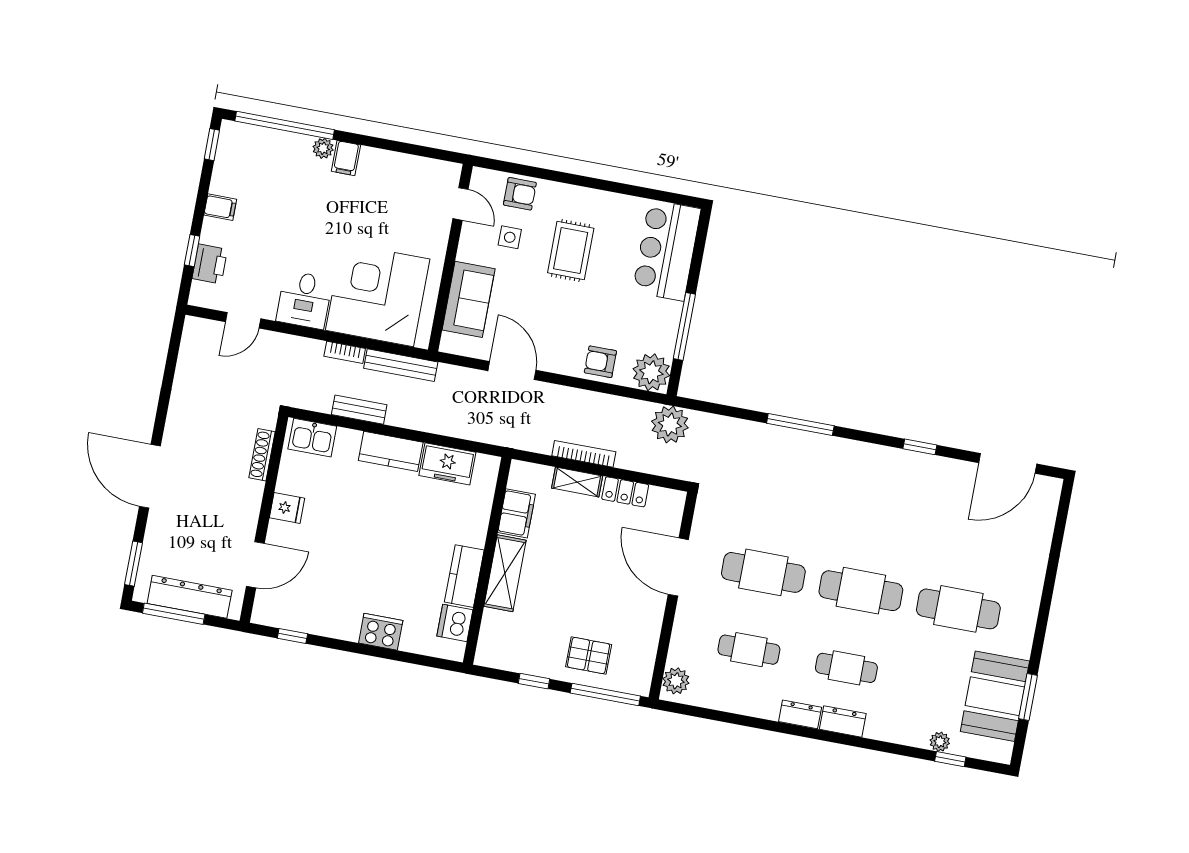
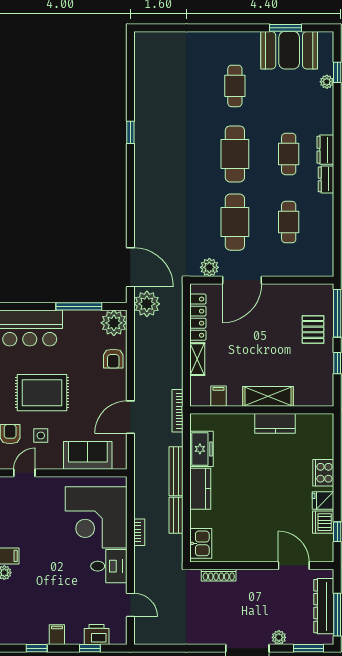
window: (212, 145) -> (37, 648), moved
rug: (571, 251) -> (42, 393), width x1.36, depth x1.43
bench: (401, 365) -> (176, 471), moved
window: (800, 424) -> (130, 216), removed
bookcase: (584, 454) -> (177, 411), moved
door: (1008, 463) -> (130, 267), moved
locker: (625, 492) -> (198, 317), width x1.53
fridge: (287, 508) -> (323, 501), moved, turned -90
filing cabinet: (517, 513) -> (218, 396), width x0.50
plant: (157, 524) -> (279, 637), added
cafe table: (958, 609) -> (235, 86), width x0.73, depth x0.74
dishwasher: (455, 623) -> (323, 522), moved, turned 90
plant: (676, 681) -> (209, 267), moved

